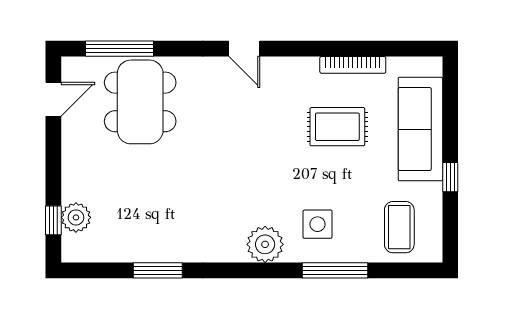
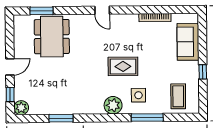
window: (120, 49) -> (42, 11), width x0.69
door: (53, 99) -> (10, 67), moved
rug: (337, 127) -> (123, 66), moved
sofa: (420, 129) -> (188, 42), width x0.73
plant: (76, 217) -> (21, 108), moved

